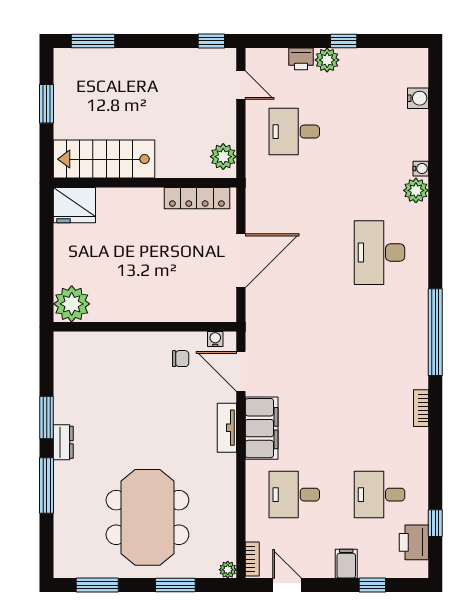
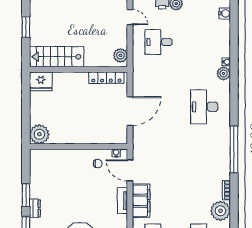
water cooler: (418, 98) -> (225, 13), moved
plant: (410, 447) -> (220, 211), added

